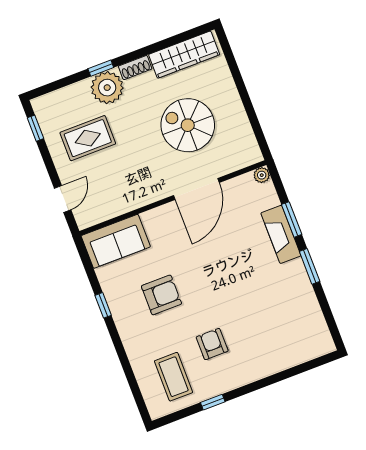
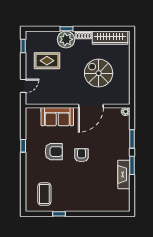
fireplace: (281, 234) -> (124, 174), moved
sofa: (116, 241) -> (57, 117), moved
armchair: (212, 344) -> (82, 155), moved

